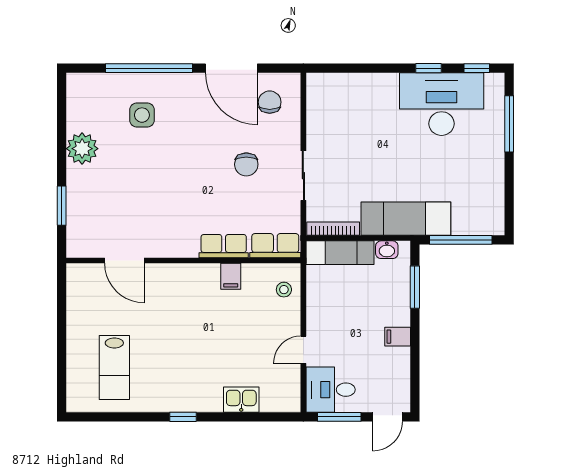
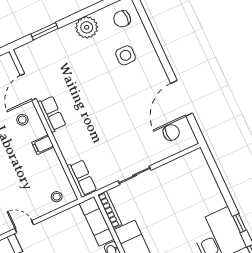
window: (149, 68) -> (157, 46), removed
chair: (246, 164) -> (122, 19), moved
row of seats: (224, 246) -> (52, 114), moved
filing cabinet: (231, 276) -> (43, 145), moved
stool: (163, 288) -> (22, 120), added

